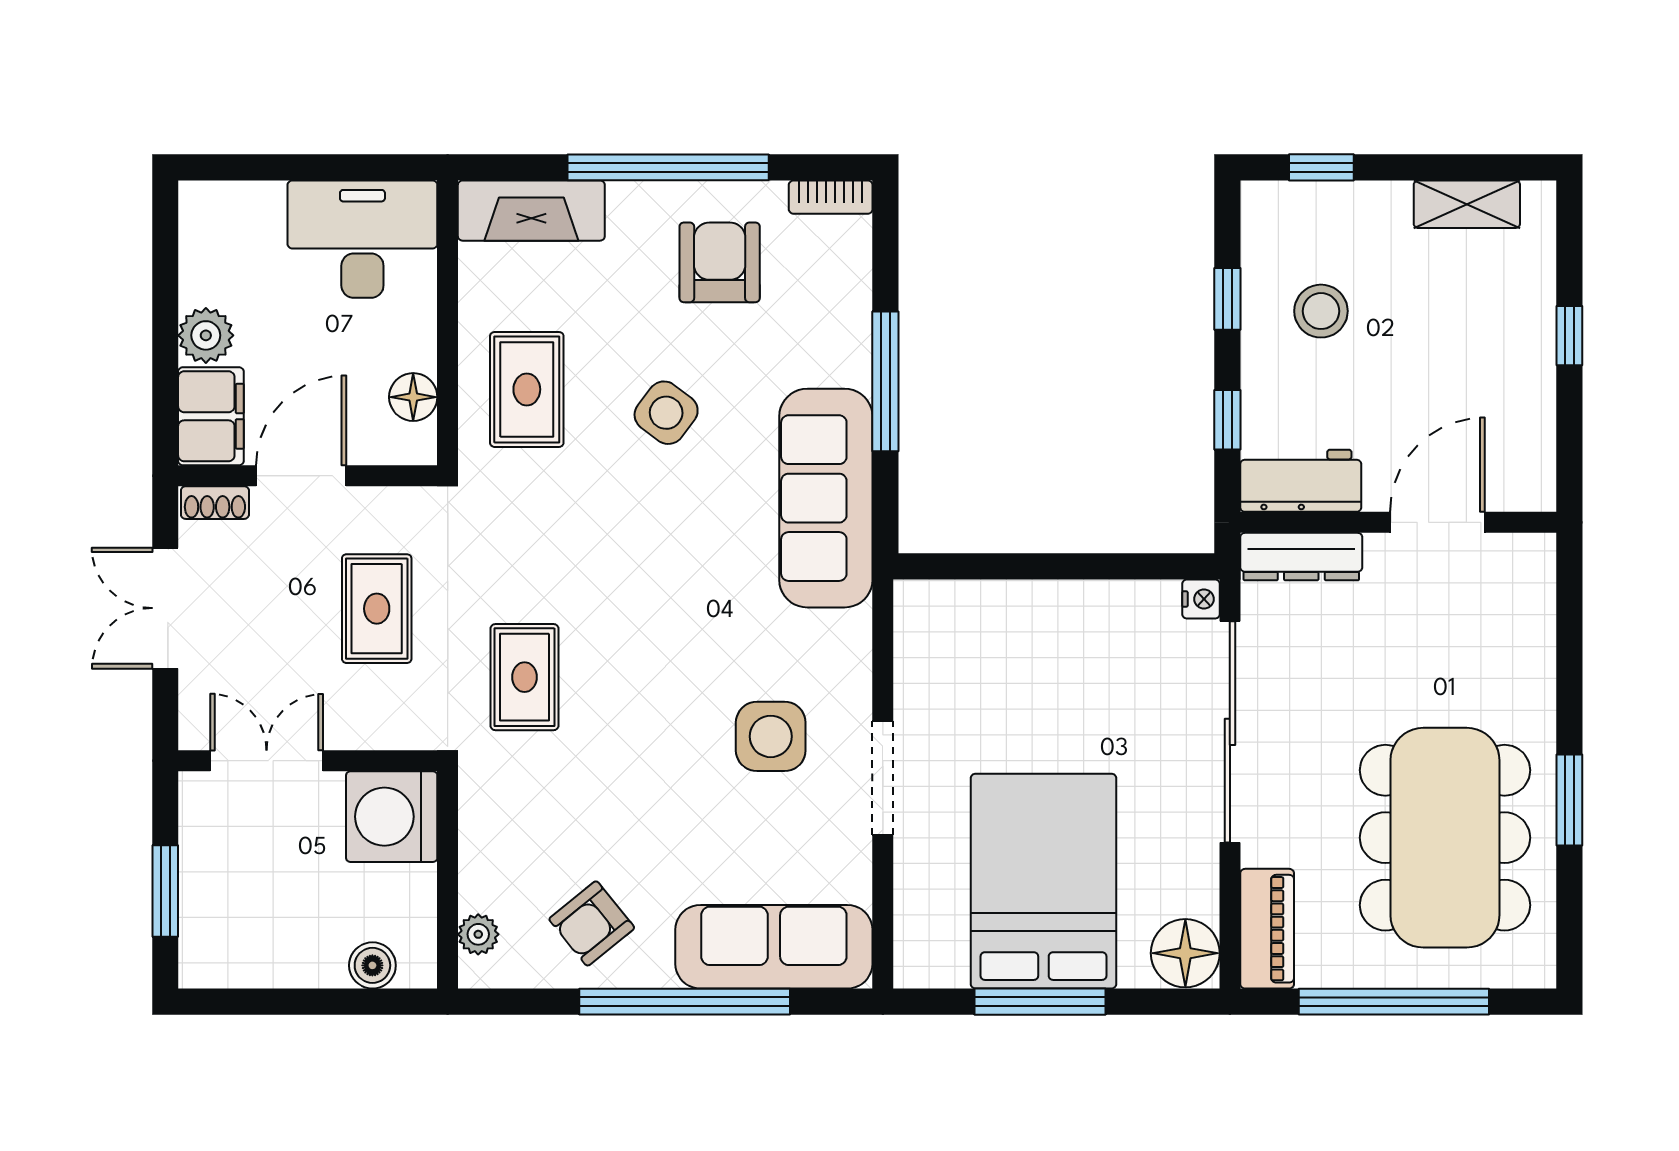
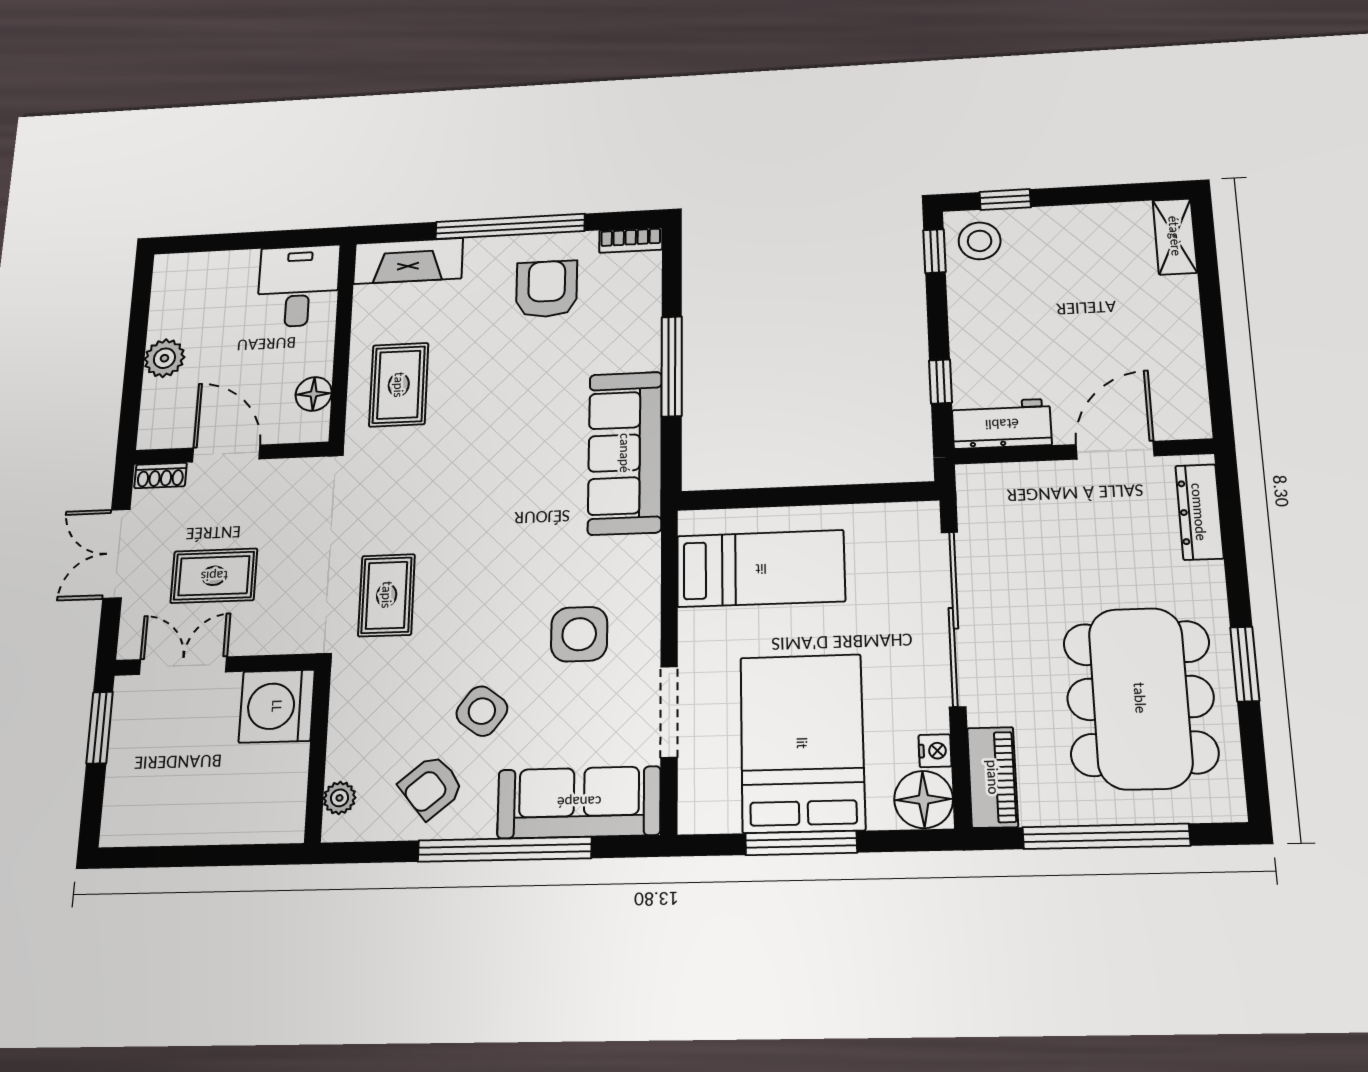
shelving: (1467, 204) -> (1175, 236), moved, turned 90
desk: (362, 239) -> (298, 286), width x0.73
window: (1227, 299) -> (934, 251), moved
stool: (1321, 311) -> (980, 241), moved
window: (1569, 336) -> (1211, 308), removed
side table: (666, 413) -> (482, 711), moved
filing cabinet: (211, 416) -> (163, 414), removed
door: (301, 476) -> (226, 453), hinge flipped
dresser: (1301, 557) -> (1199, 512), moved, turned 90
nightstand: (1201, 599) -> (935, 751), moved
rug: (377, 609) -> (214, 576), moved, turned 90
bed: (997, 660) -> (761, 569), added
doorway: (883, 778) -> (669, 712), moved
window: (165, 891) -> (100, 728), moved
boiler: (372, 965) -> (253, 825), removed

